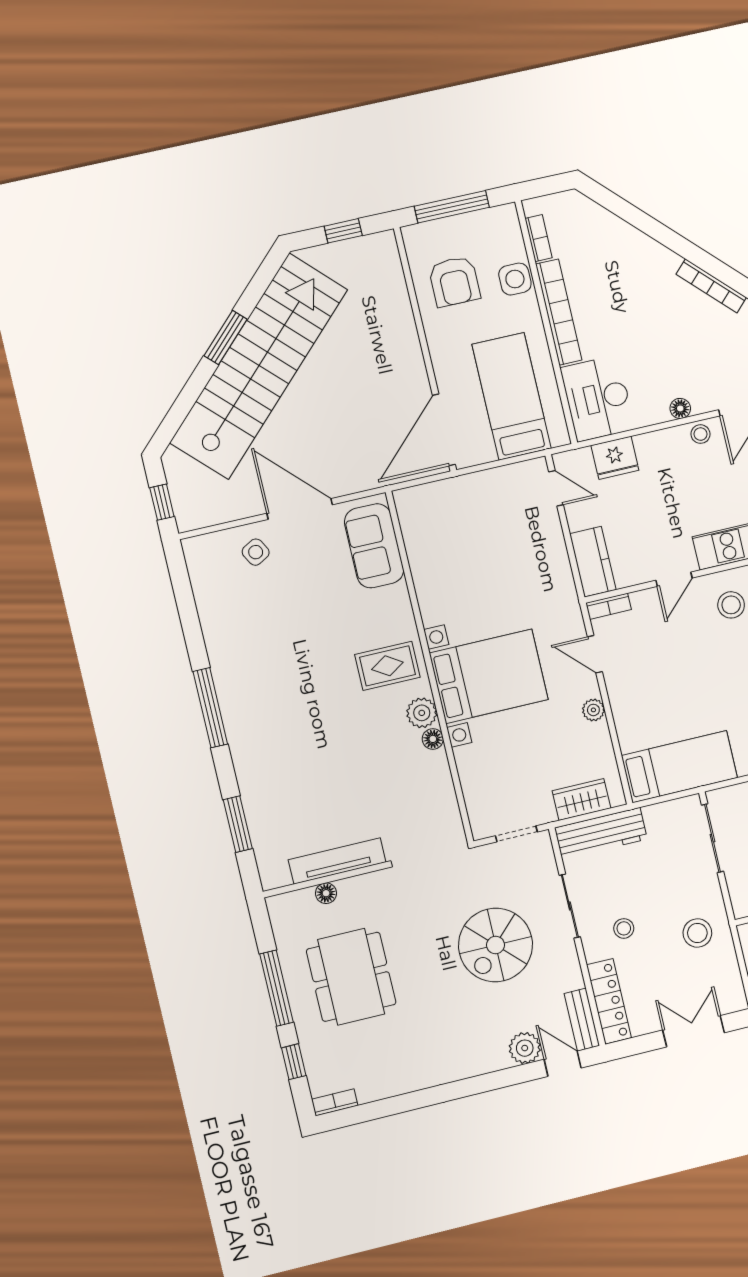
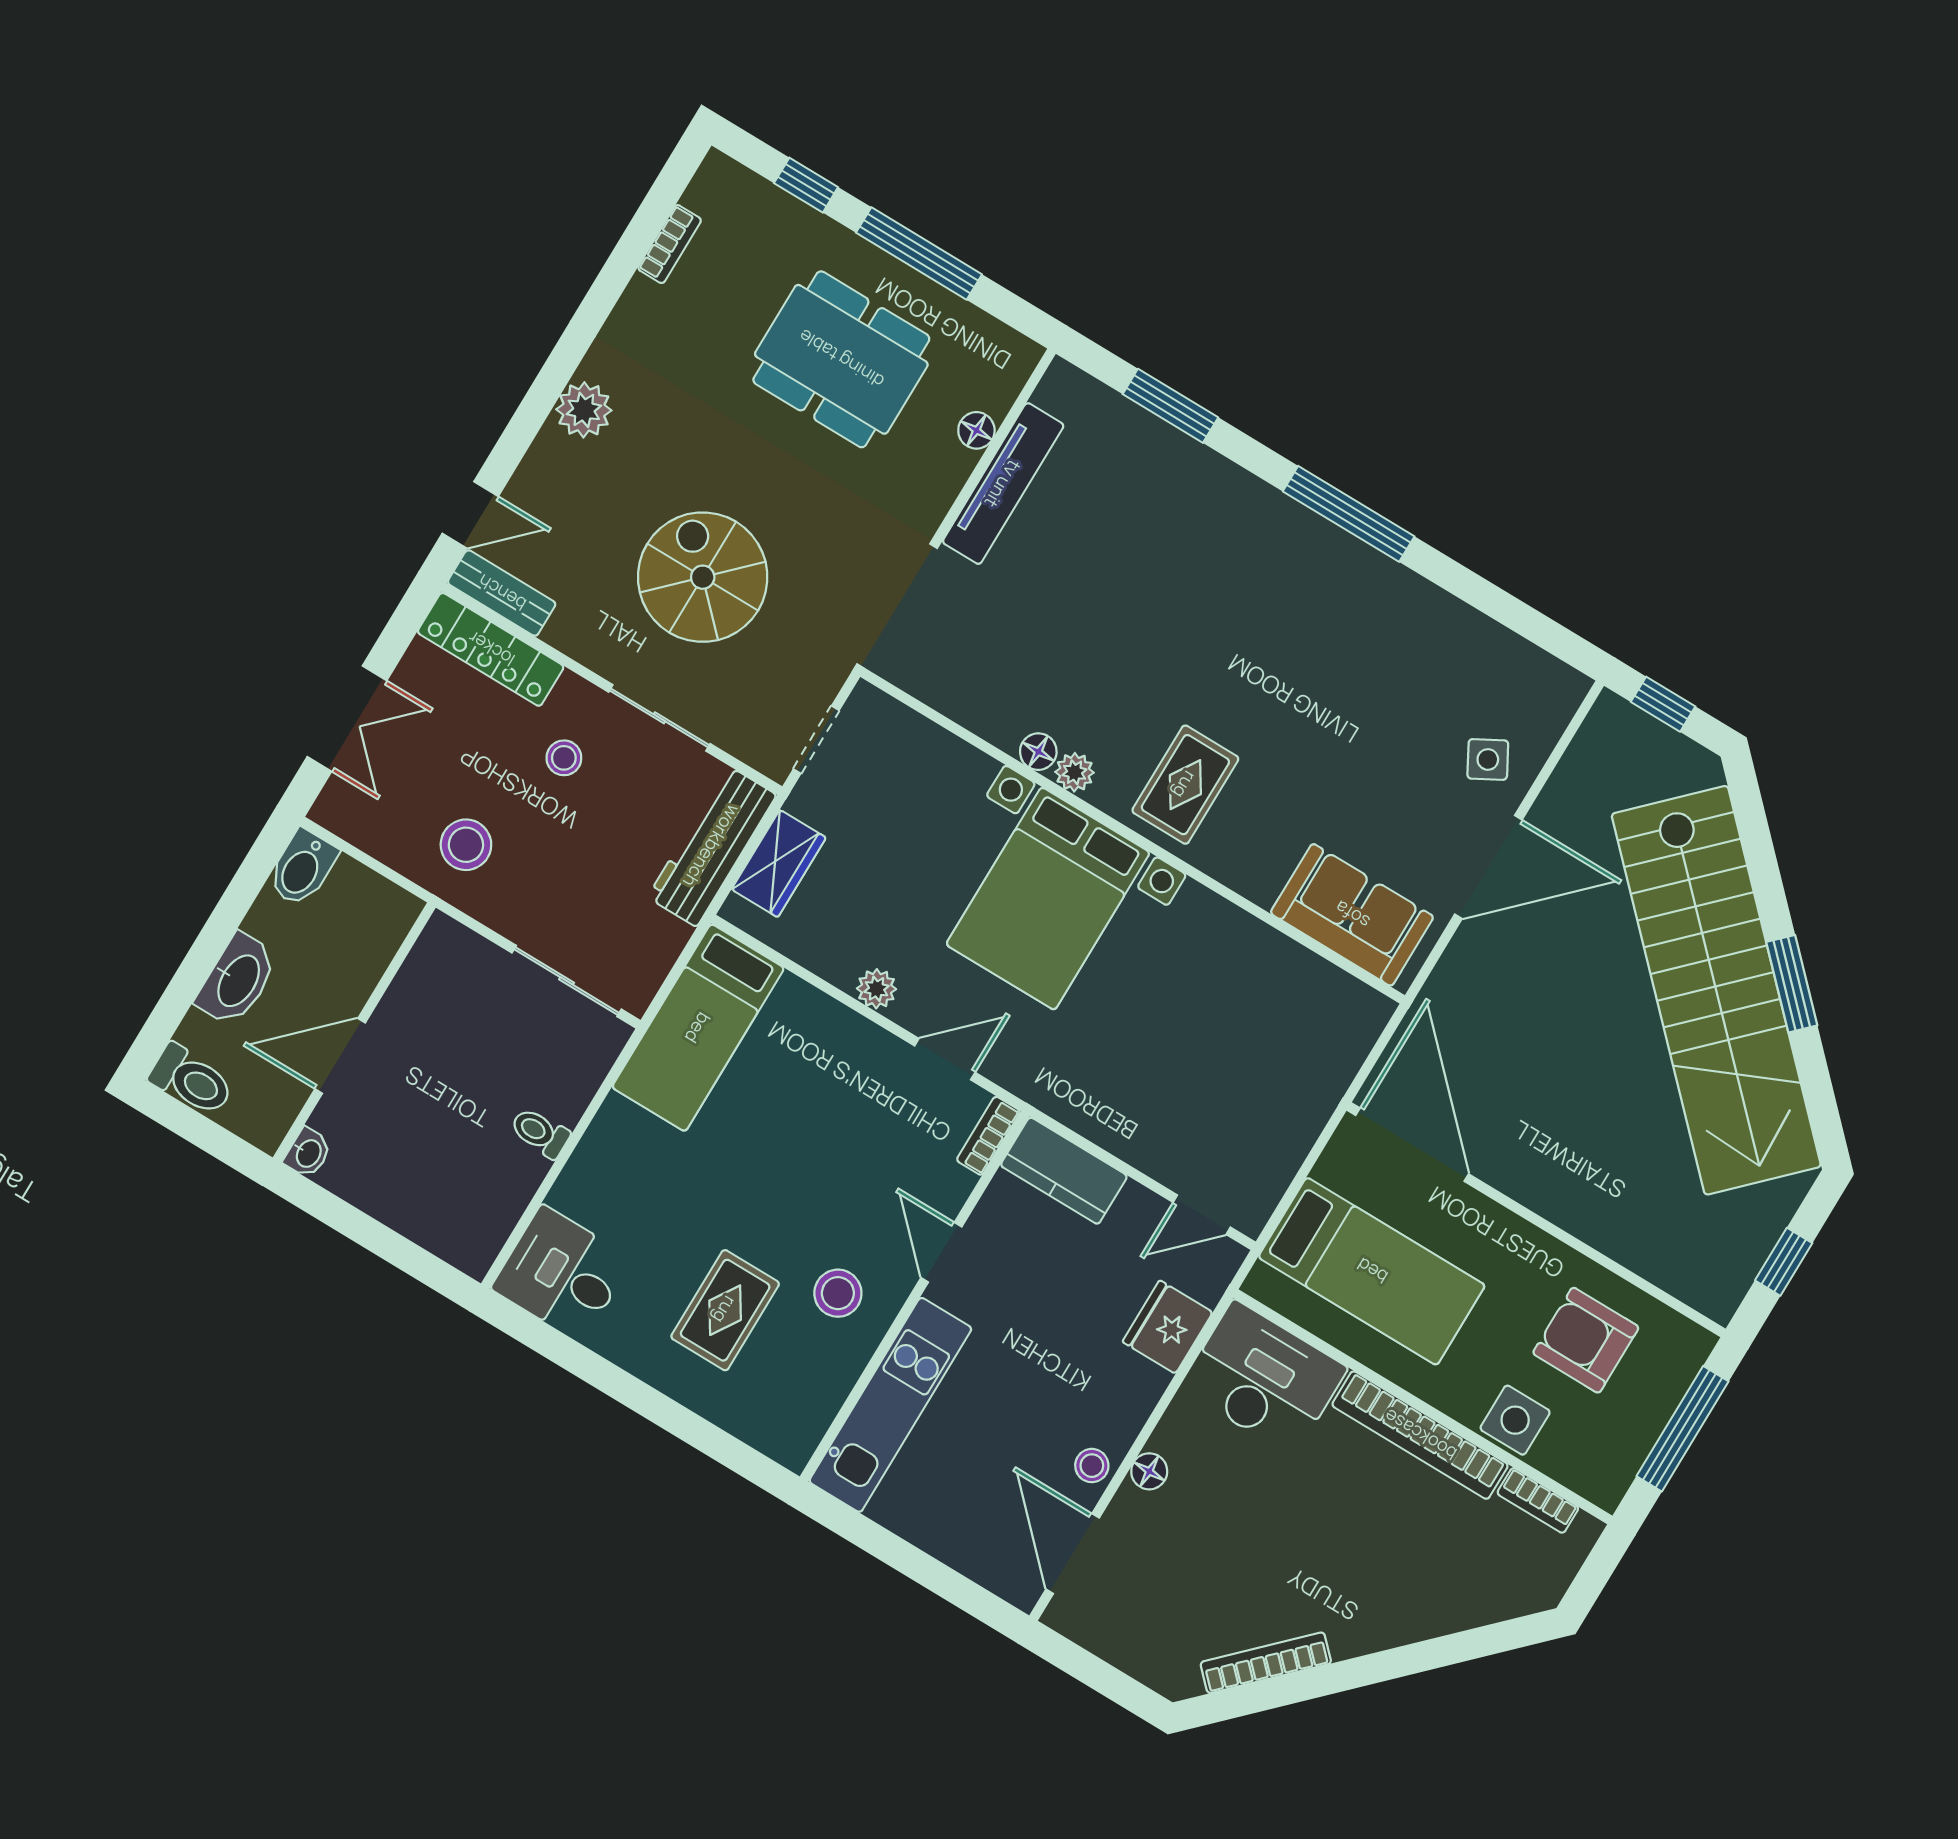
plant: (422, 713) -> (1075, 772), width x0.73, depth x0.73
plant: (525, 1048) -> (584, 410), moved
bookcase: (335, 1102) -> (670, 244), moved

